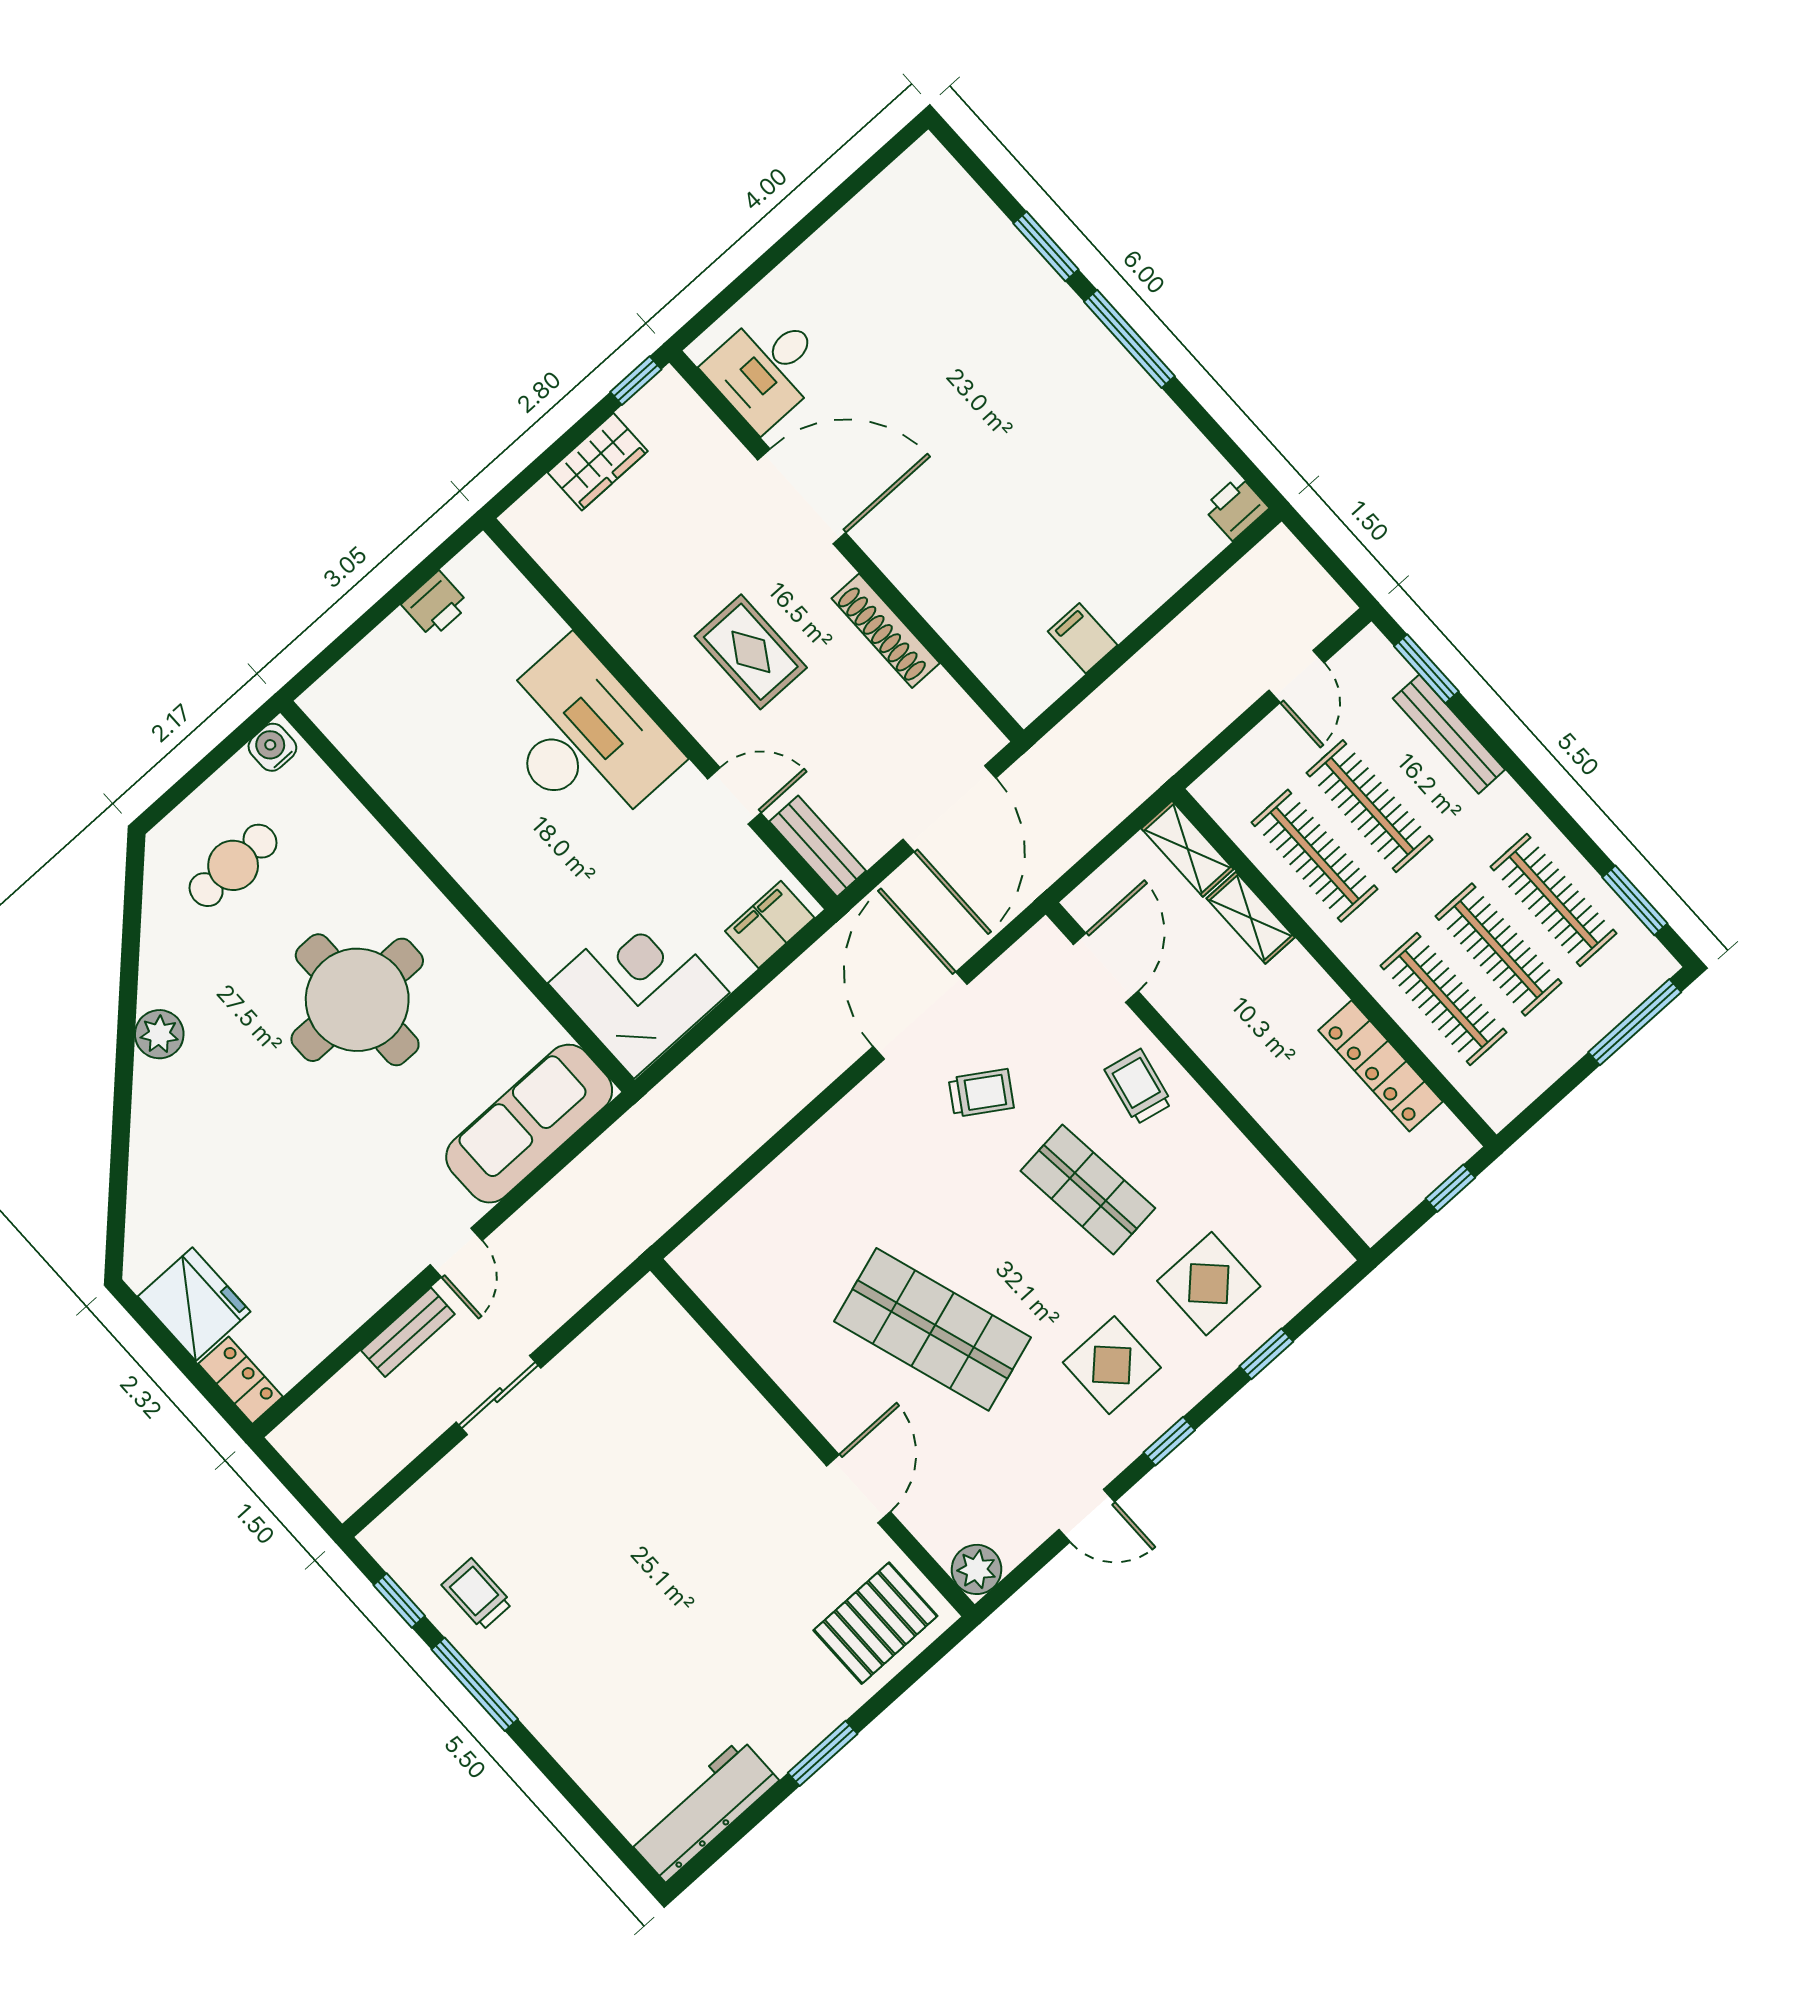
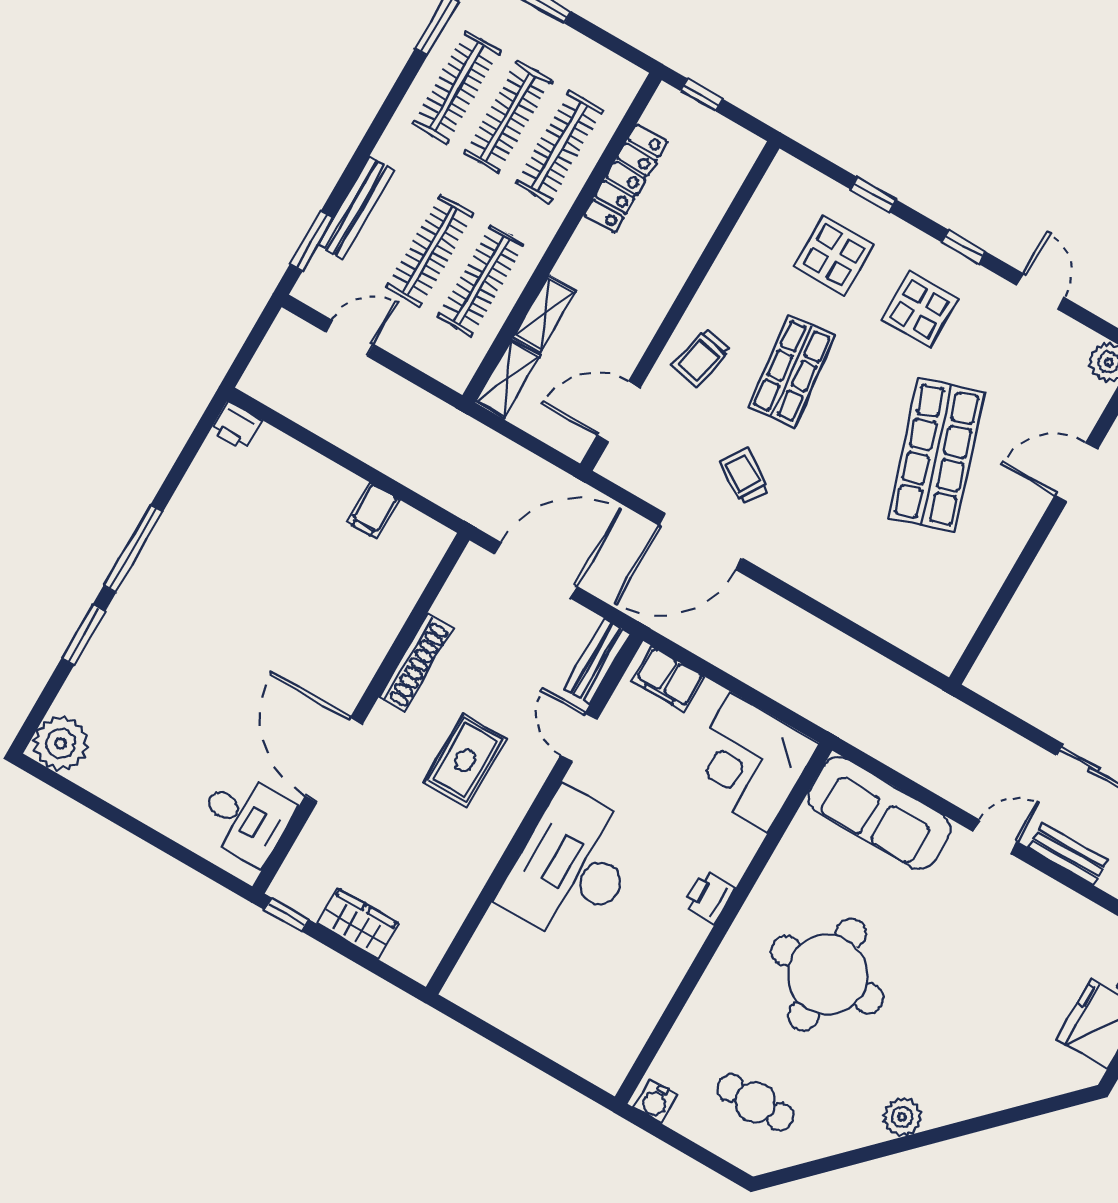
plant: (926, 178) -> (61, 743), added
printer: (435, 605) -> (709, 897), moved, turned -90

